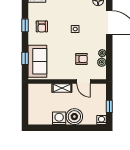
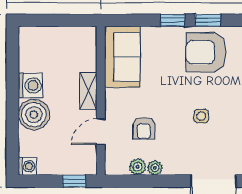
armchair: (42, 26) -> (206, 52), width x1.88, depth x1.88
window: (25, 58) -> (173, 20), moved
sofa: (37, 61) -> (122, 57), moved, turned -90
window: (109, 106) -> (74, 181), moved

